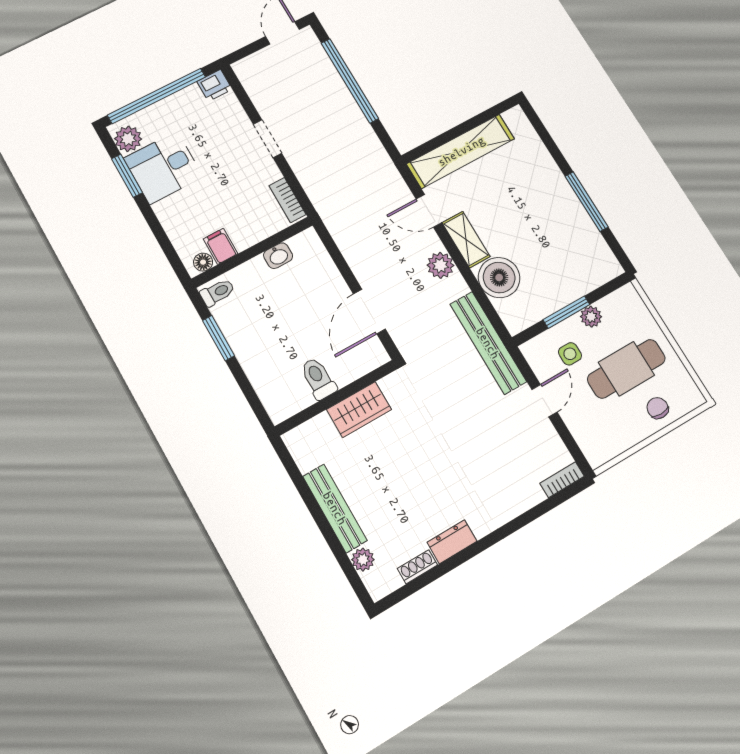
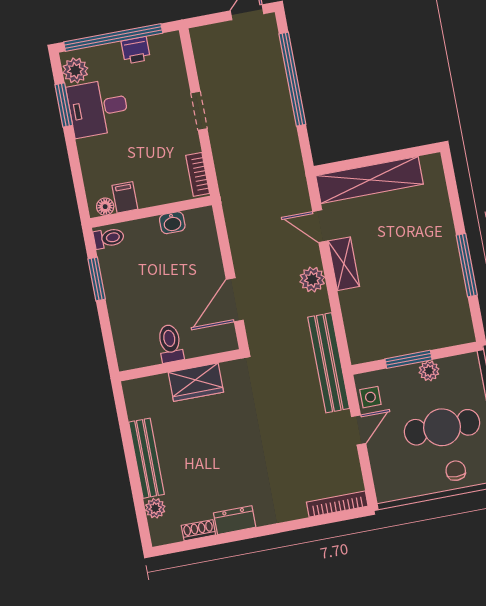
printer: (215, 85) -> (136, 50), moved
boiler: (499, 278) -> (360, 308), removed
side table: (570, 354) -> (370, 397), moved
bookcase: (562, 480) -> (337, 504), width x1.56

